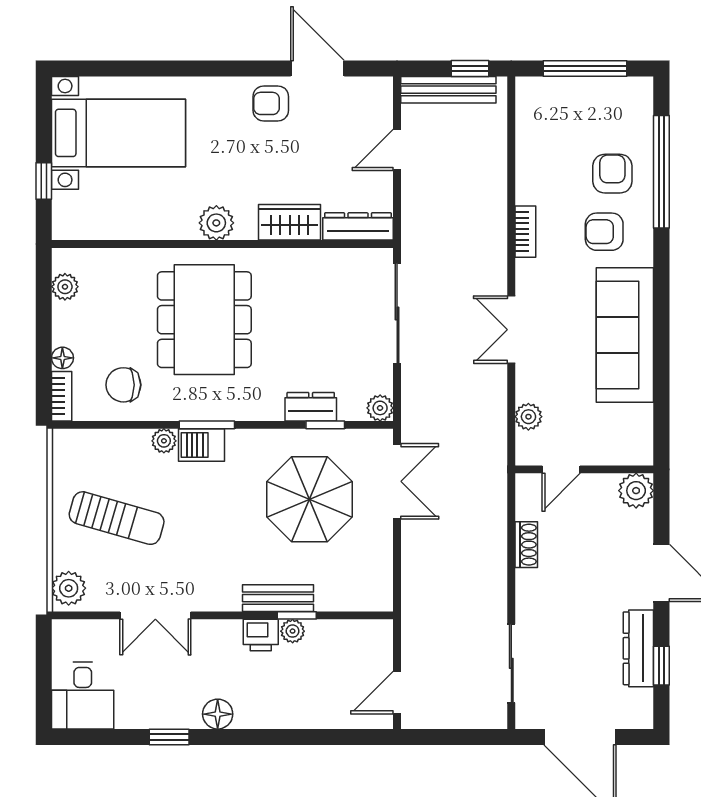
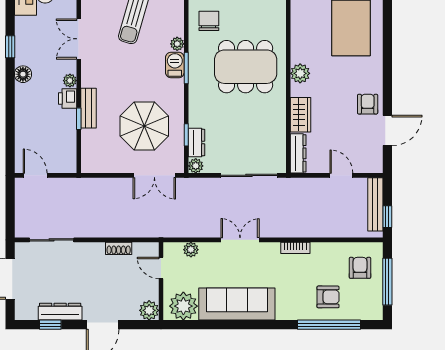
armchair: (604, 232) -> (360, 268), moved
dresser: (311, 407) -> (196, 143), moved
plant: (628, 430) -> (183, 306), added
plant: (293, 631) -> (70, 81), moved

